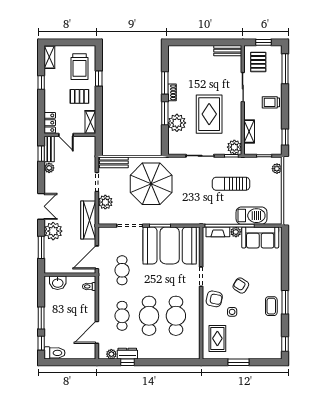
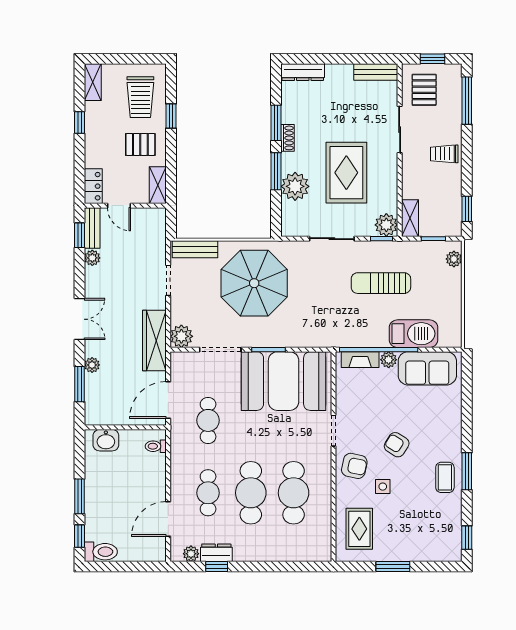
dresser: (182, 51) -> (303, 72), added
shelving: (249, 131) -> (410, 218), moved
plant: (105, 202) -> (181, 336), moved
plant: (53, 231) -> (92, 365), width x0.53, depth x0.53

